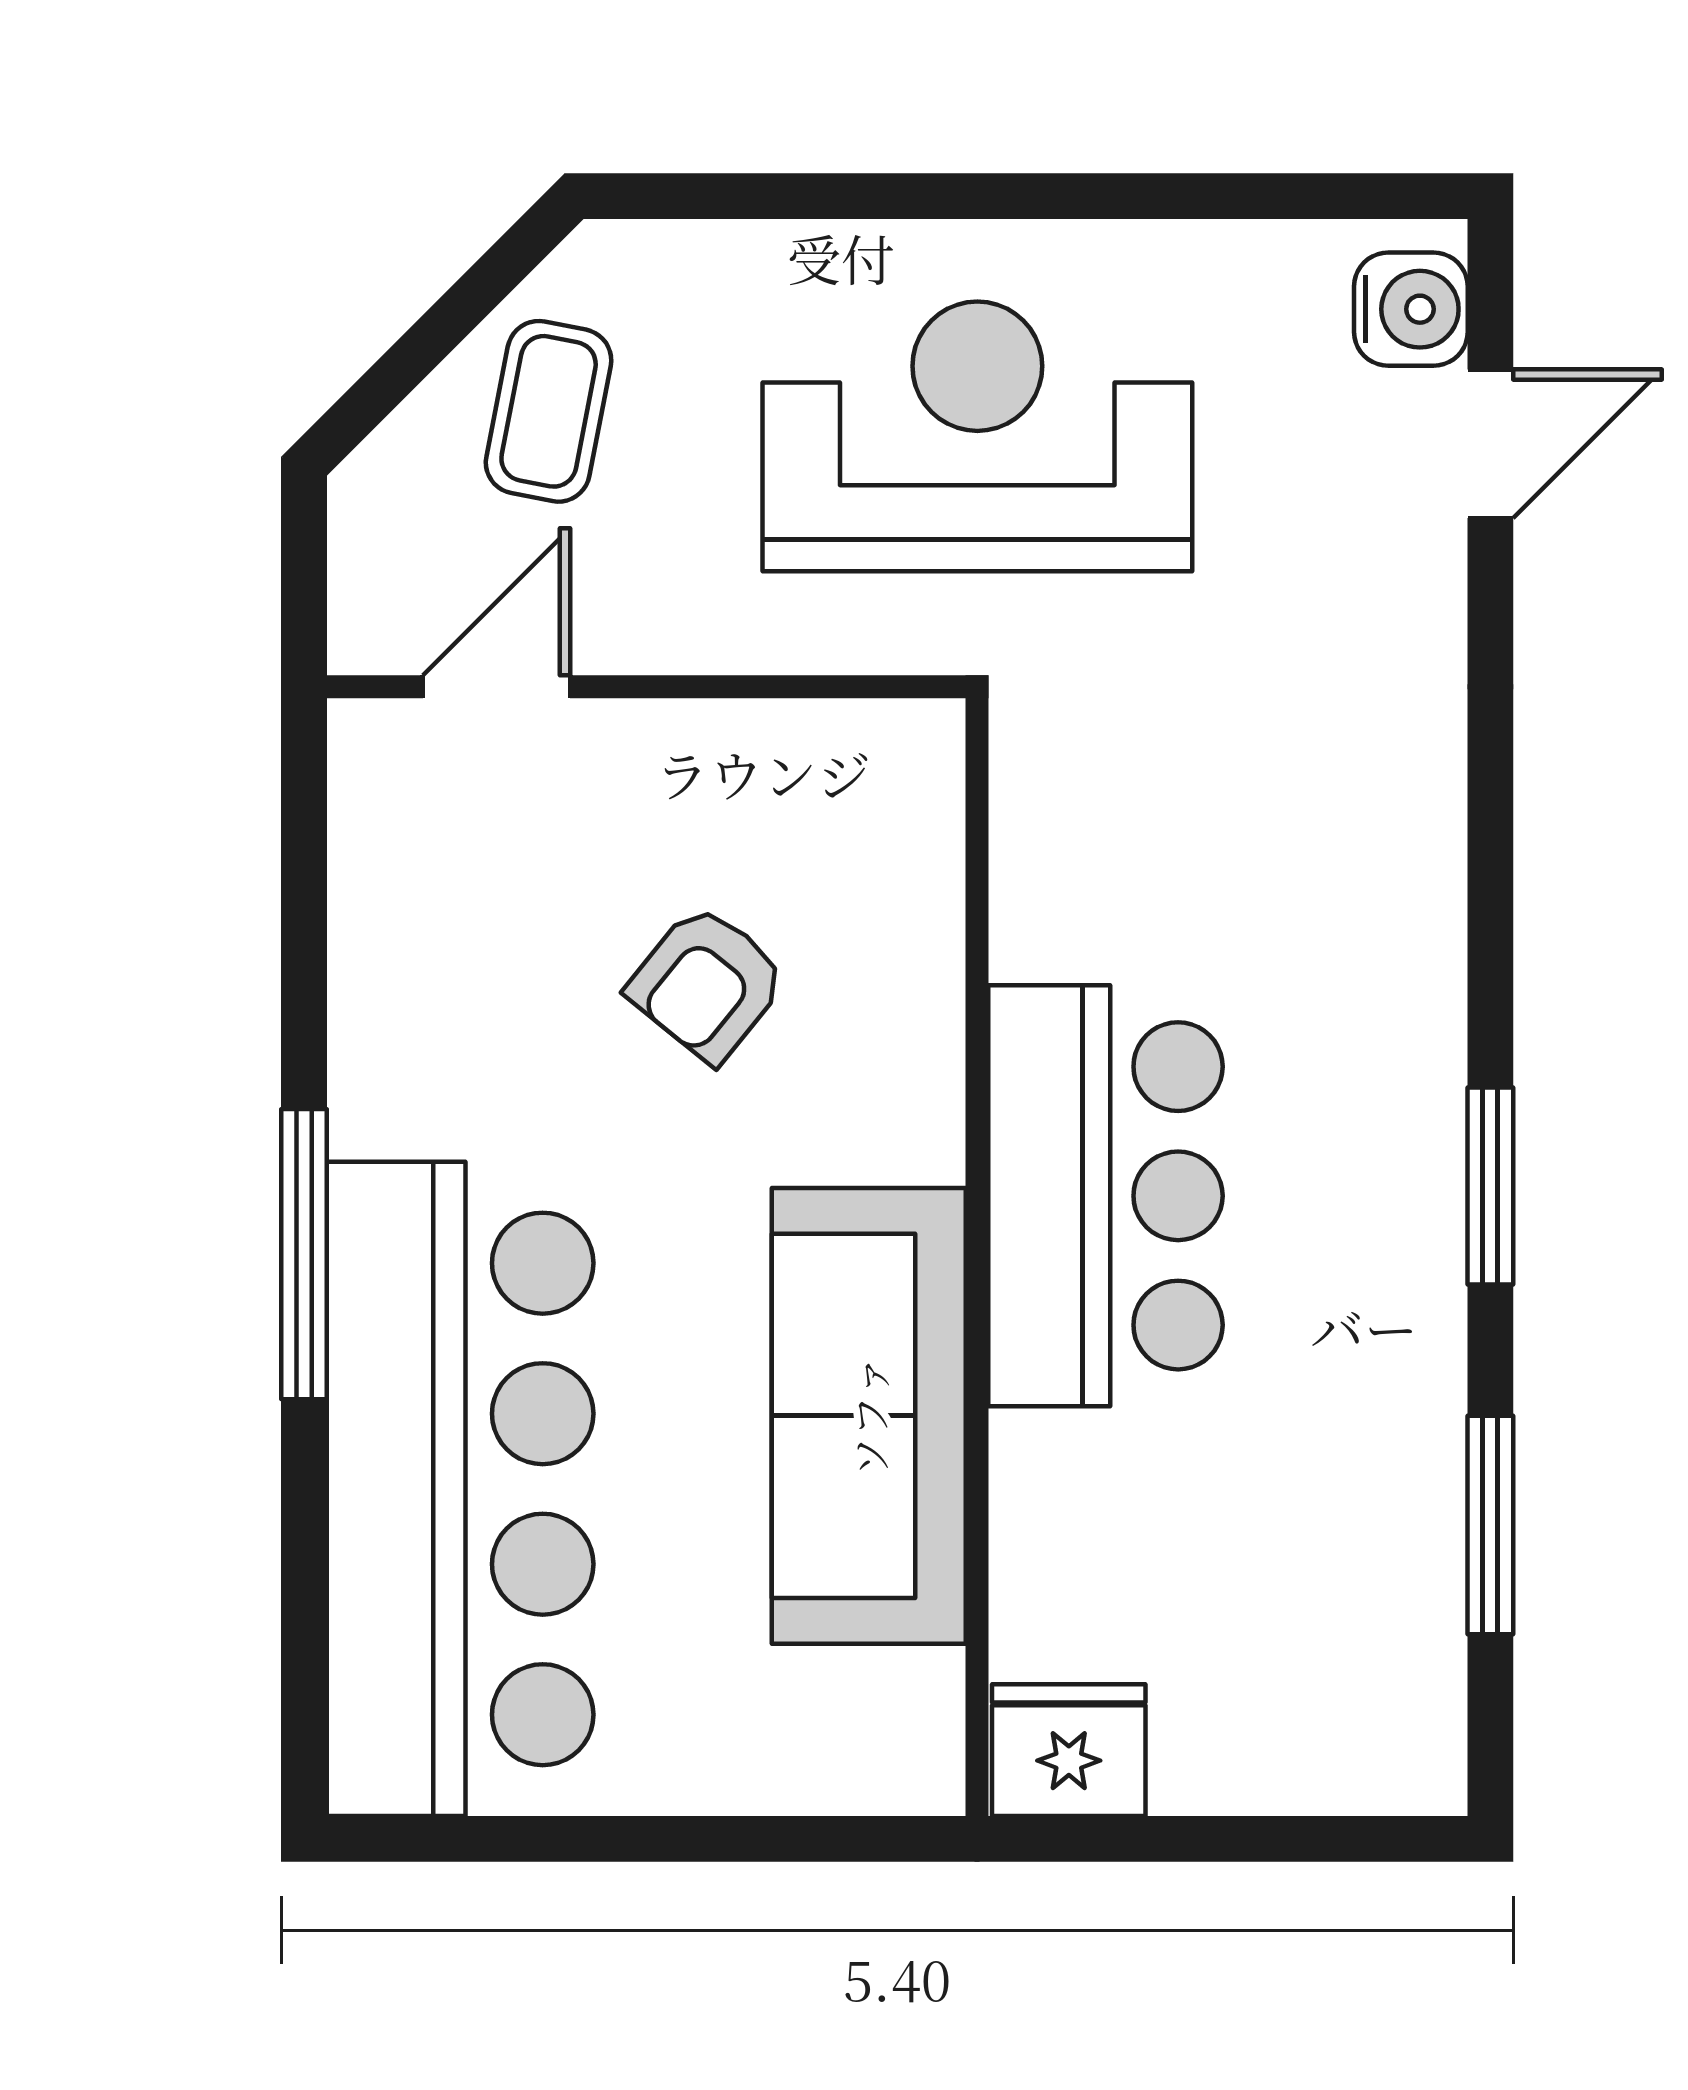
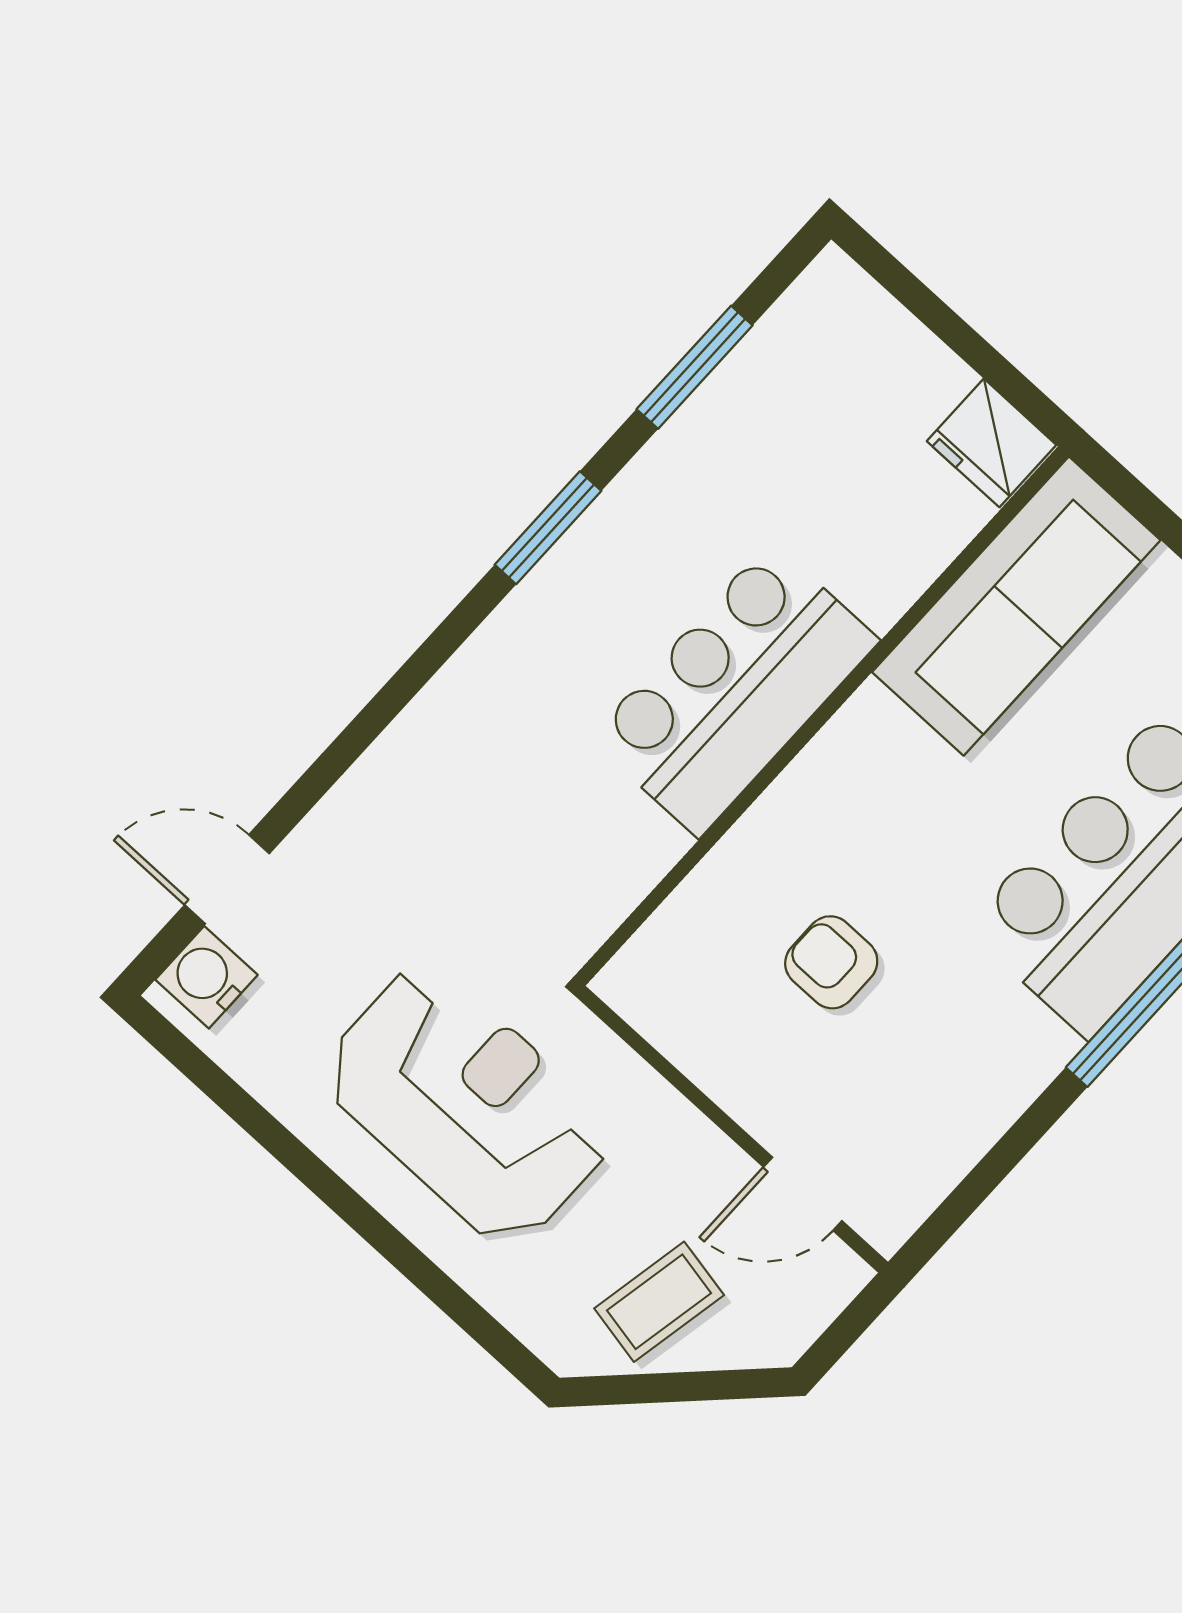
reception desk: (977, 436) -> (467, 1105), turned 180
armchair: (707, 983) -> (831, 962), turned -129
sofa: (869, 1416) -> (1016, 606), moved

